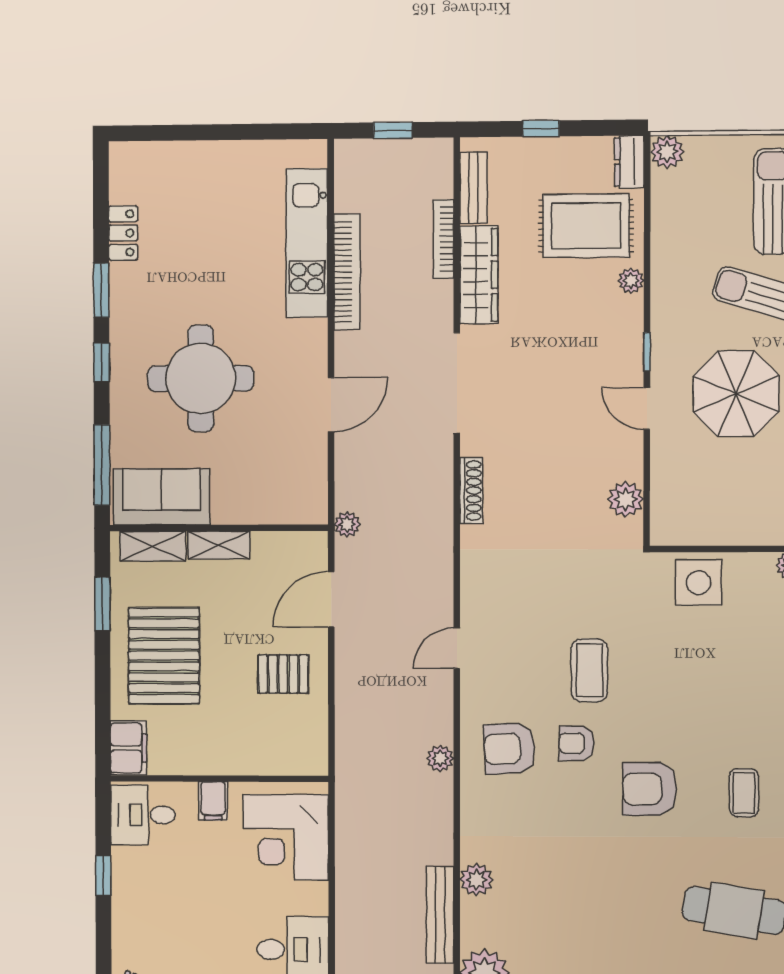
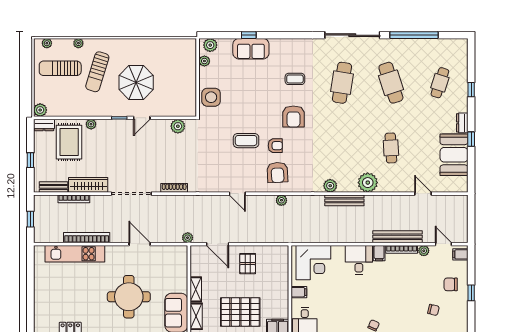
armchair: (577, 743) -> (275, 146), turned -90

